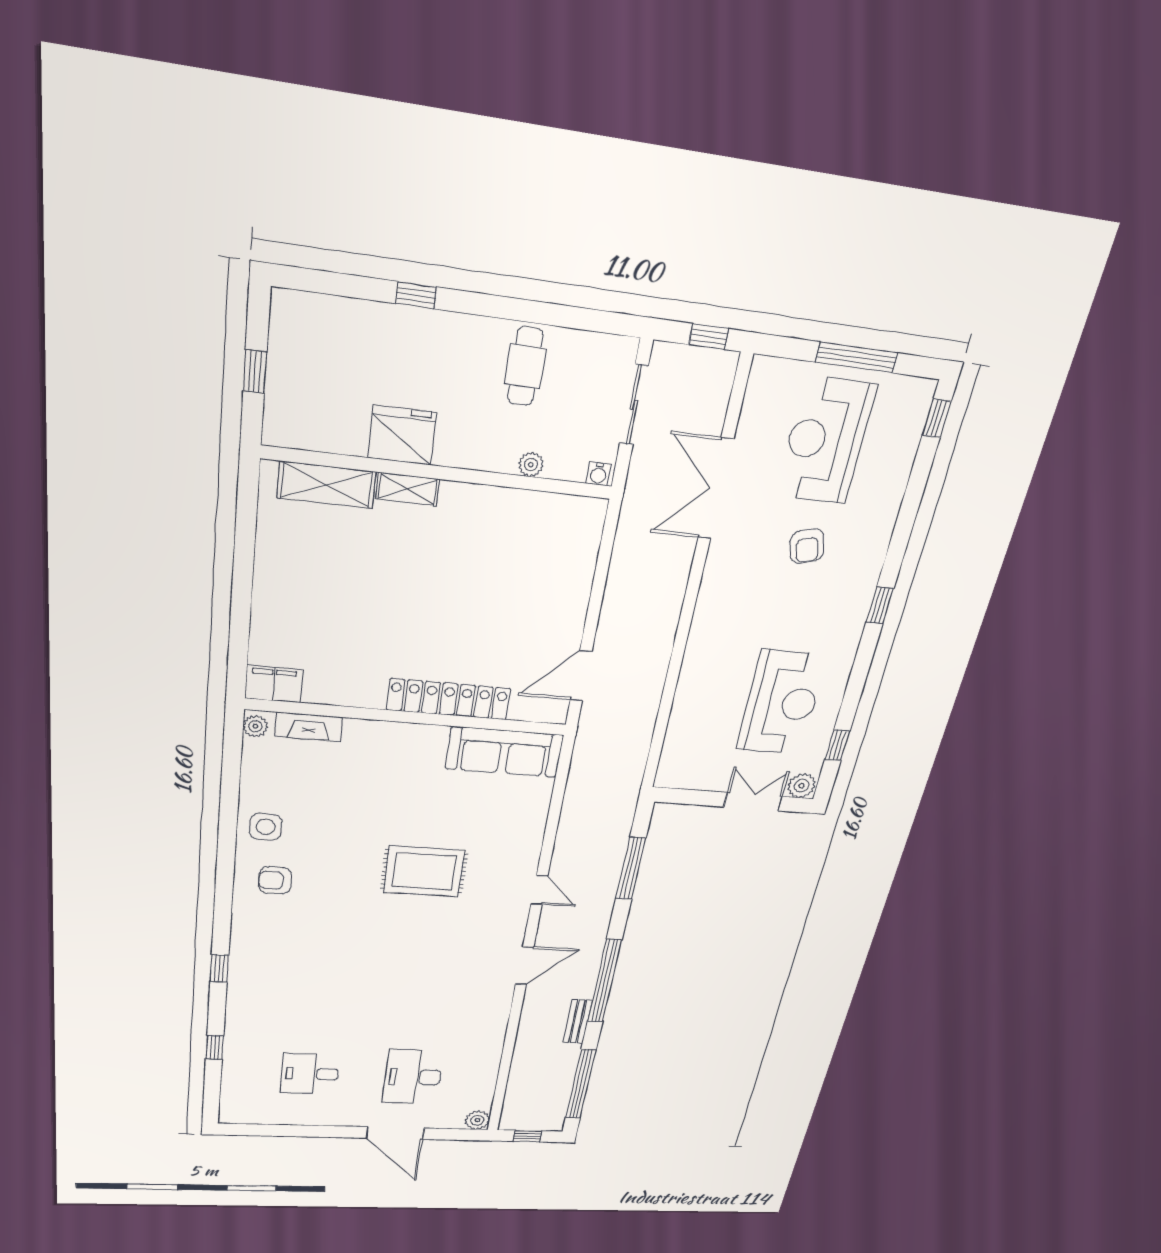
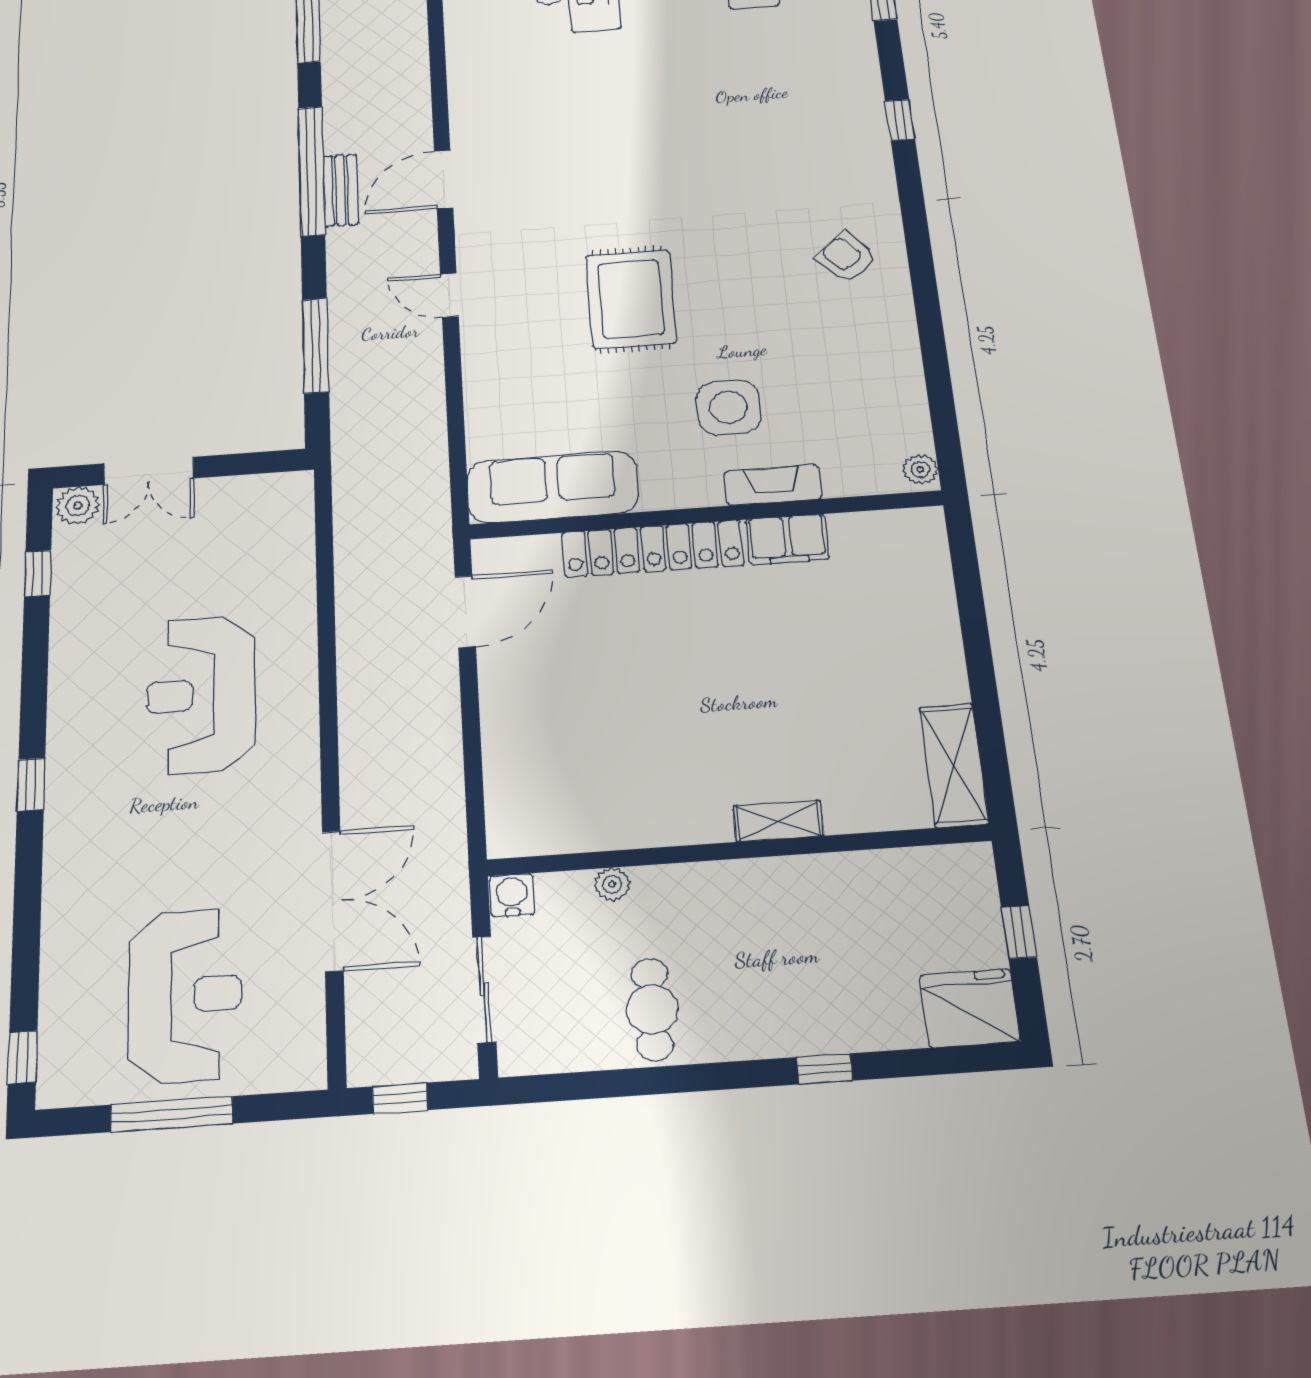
fridge: (402, 435) -> (970, 1008), moved, turned 180
water cooler: (598, 474) -> (512, 895), width x1.38, depth x1.38
shelving: (326, 485) -> (954, 765), moved, turned 90
armchair: (807, 546) -> (171, 848), removed
filing cabinet: (274, 684) -> (787, 539), moved
reception desk: (781, 703) -> (201, 694), moved
fireplace: (309, 727) -> (773, 485), moved
side table: (266, 827) -> (729, 407), moved, width x1.37, depth x1.37
rug: (424, 871) -> (631, 299), turned 90
armchair: (275, 880) -> (846, 258), turned -130
bench: (578, 1022) -> (341, 190), moved

